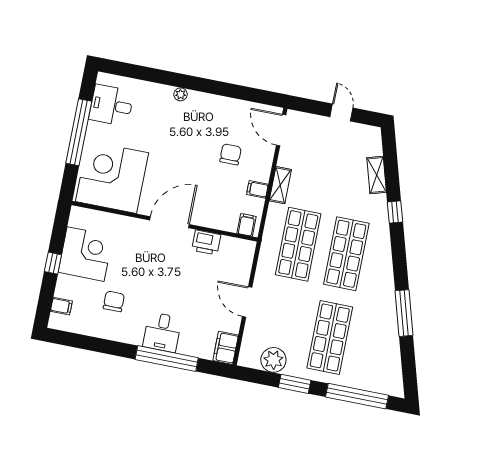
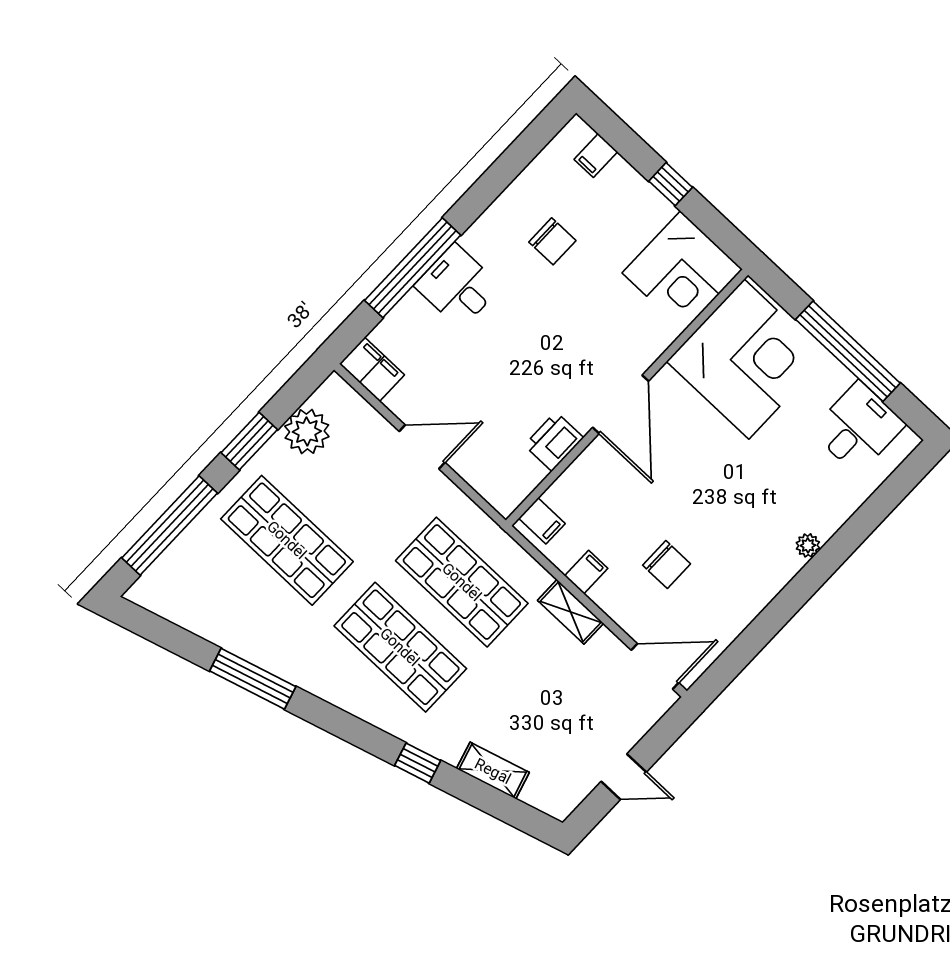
corner desk: (86, 254) -> (682, 271), moved

